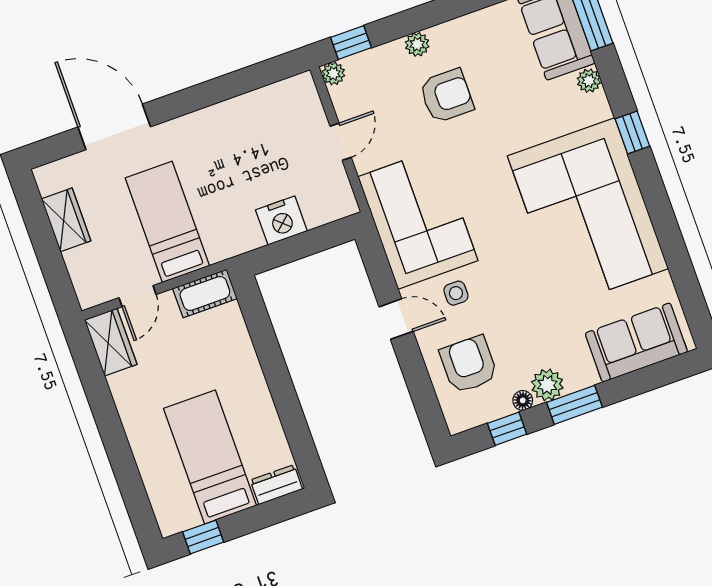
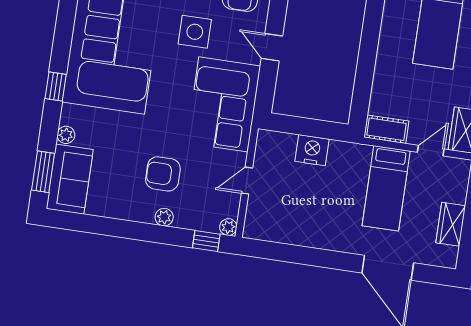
side table: (456, 293) -> (195, 32), moved, width x1.87, depth x1.87

